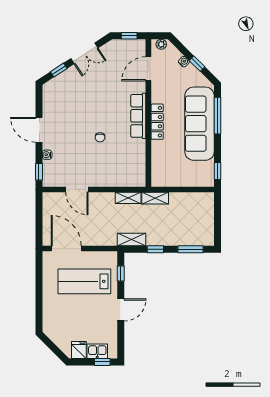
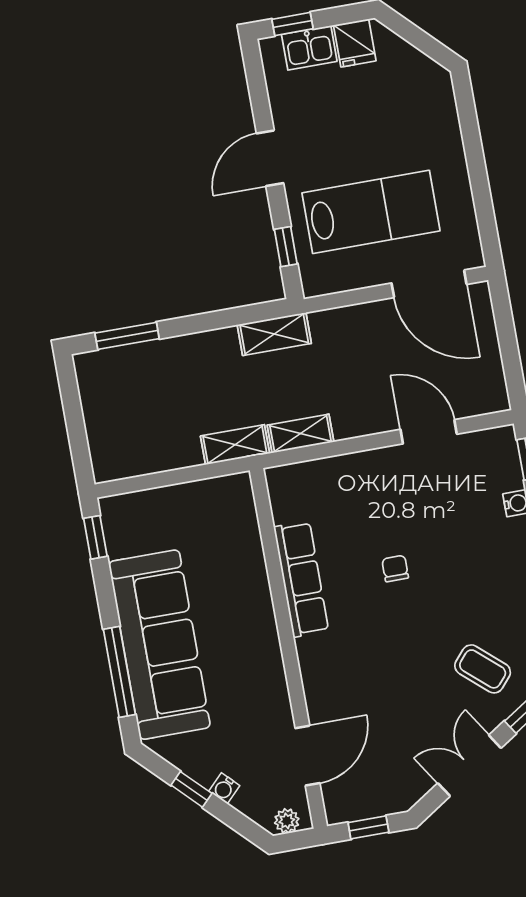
coffee table: (72, 91) -> (483, 669), added
row of seats: (138, 116) -> (301, 579), moved
locker: (157, 122) -> (263, 631), removed
window: (155, 249) -> (212, 321), removed

